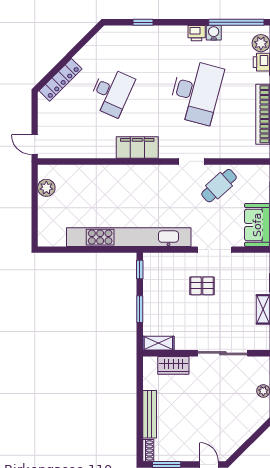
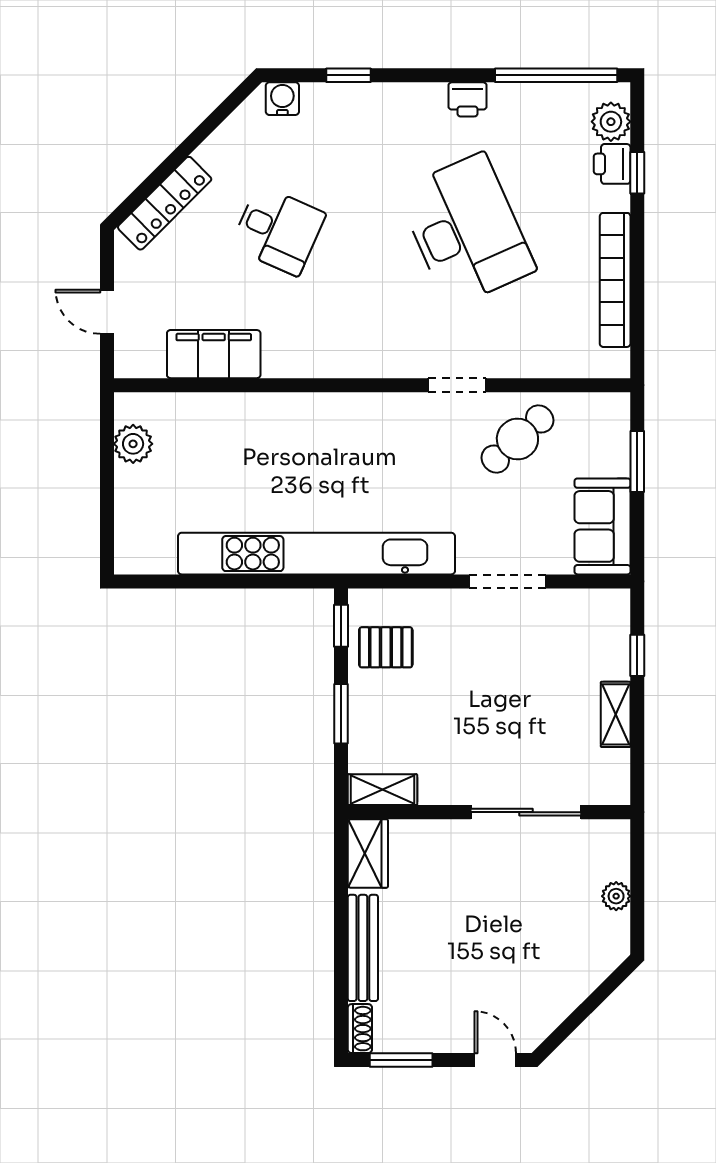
water cooler: (214, 33) -> (282, 99), moved
desk: (111, 92) -> (278, 230), width x0.73
desk: (196, 92) -> (466, 230), turned -39
door: (35, 145) -> (107, 312), moved
filing cabinet: (137, 148) -> (214, 354), moved
pallet: (202, 286) -> (386, 647), moved
wardrobe: (173, 365) -> (368, 853), moved, turned -90

